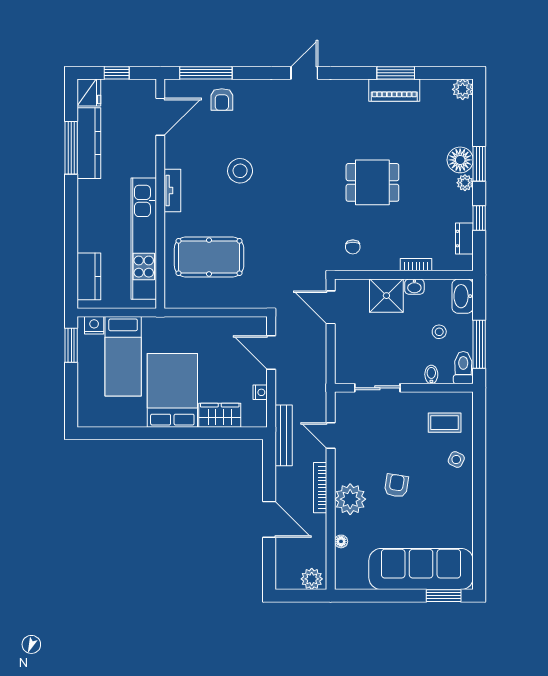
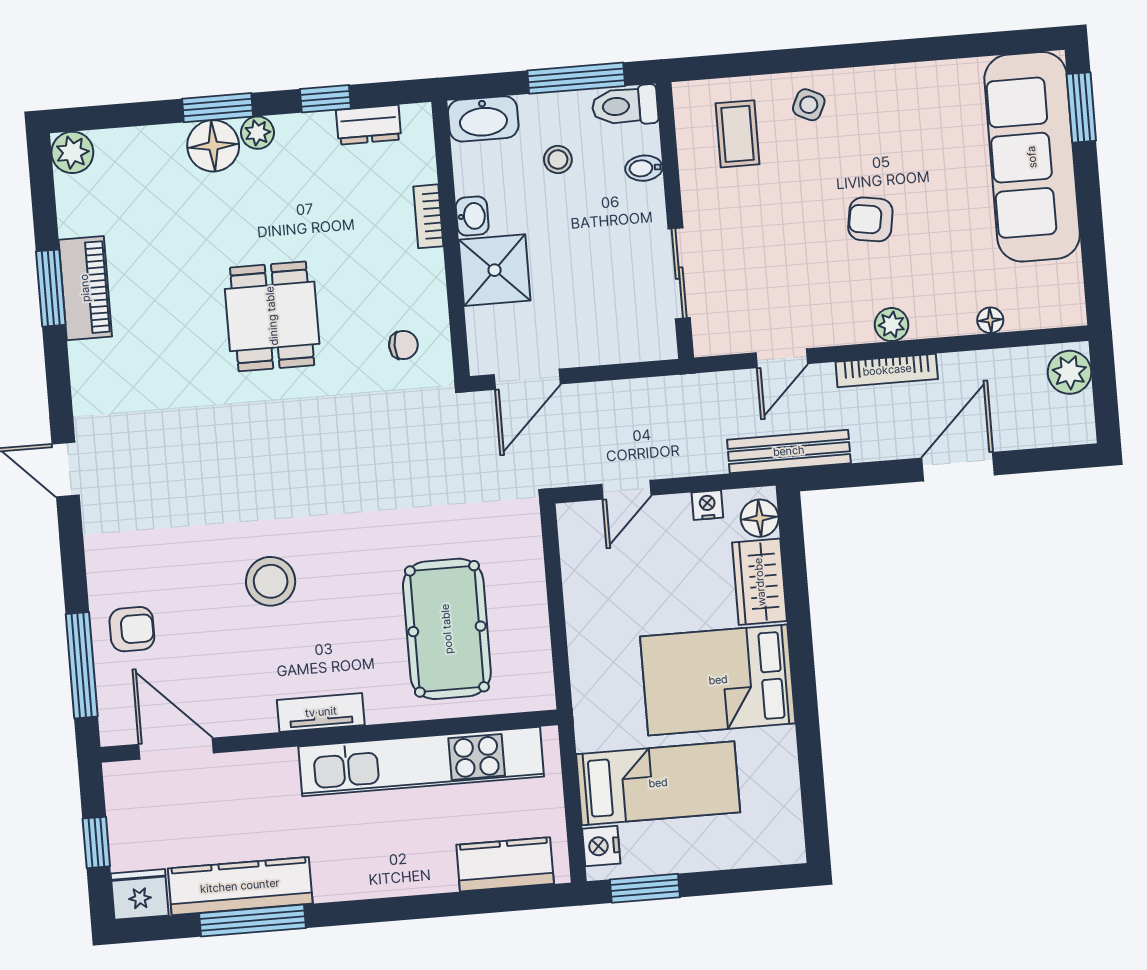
door: (271, 352) -> (626, 490), width x0.73
floor lamp: (252, 418) -> (760, 518), added
plant: (350, 499) -> (892, 325), width x0.53, depth x0.53

